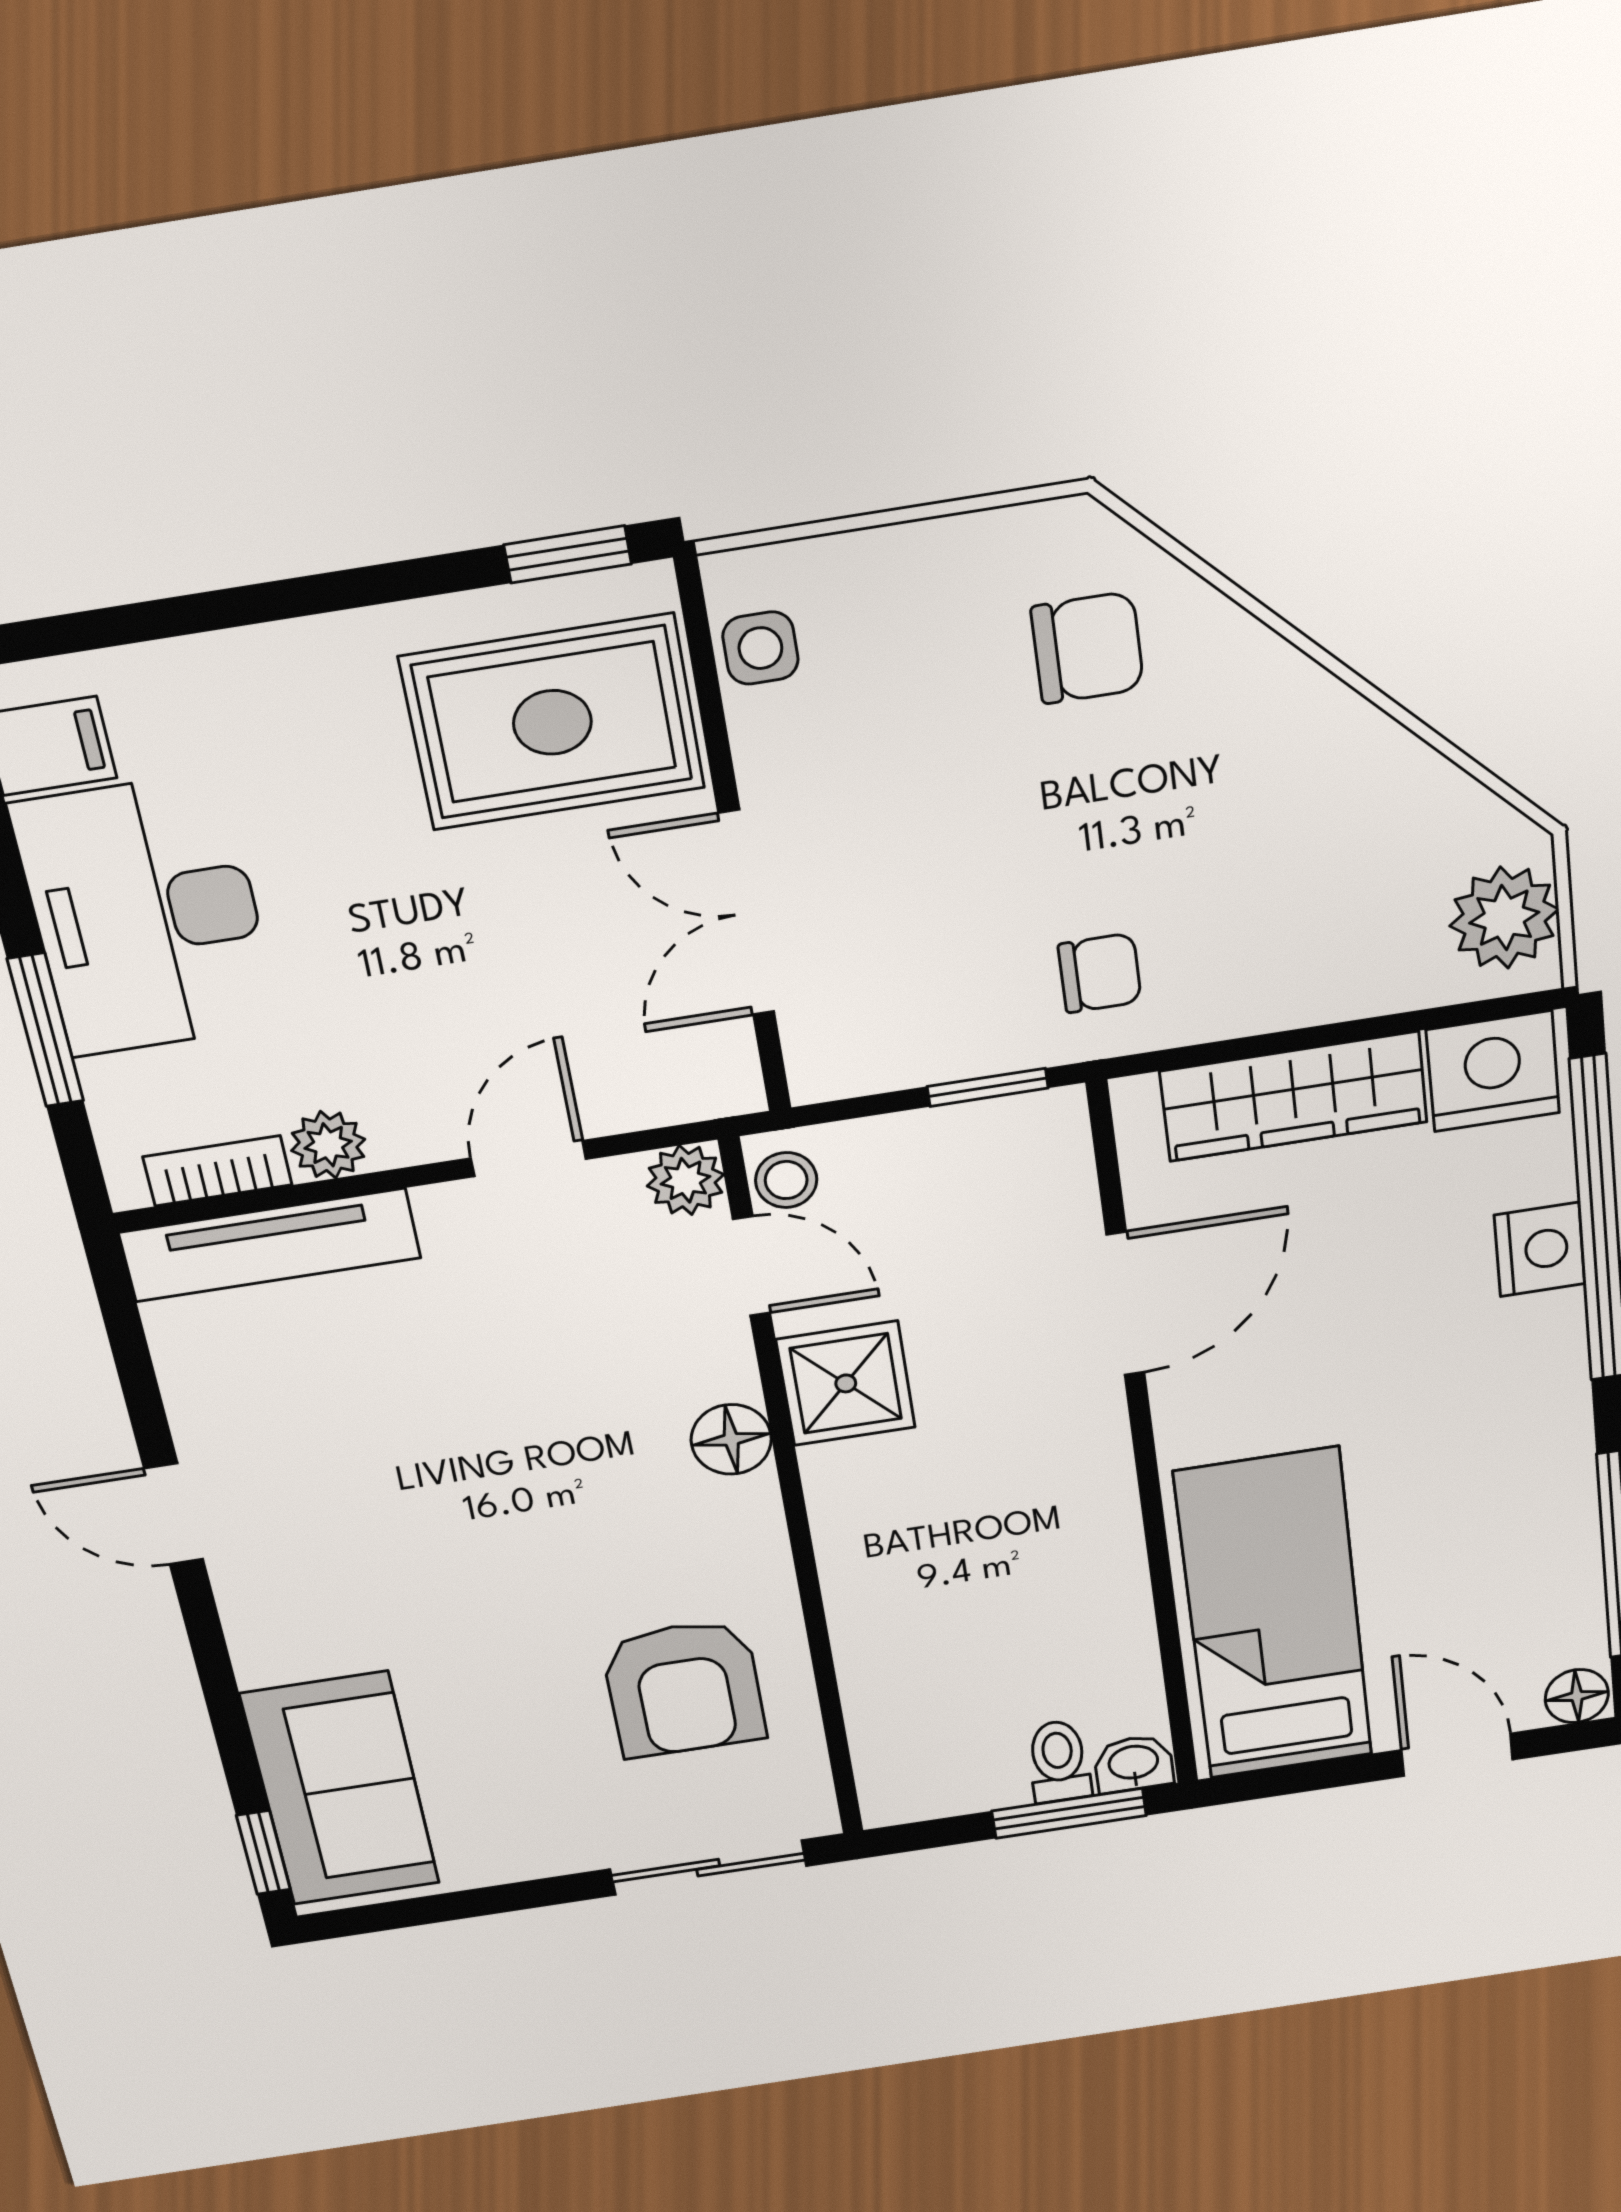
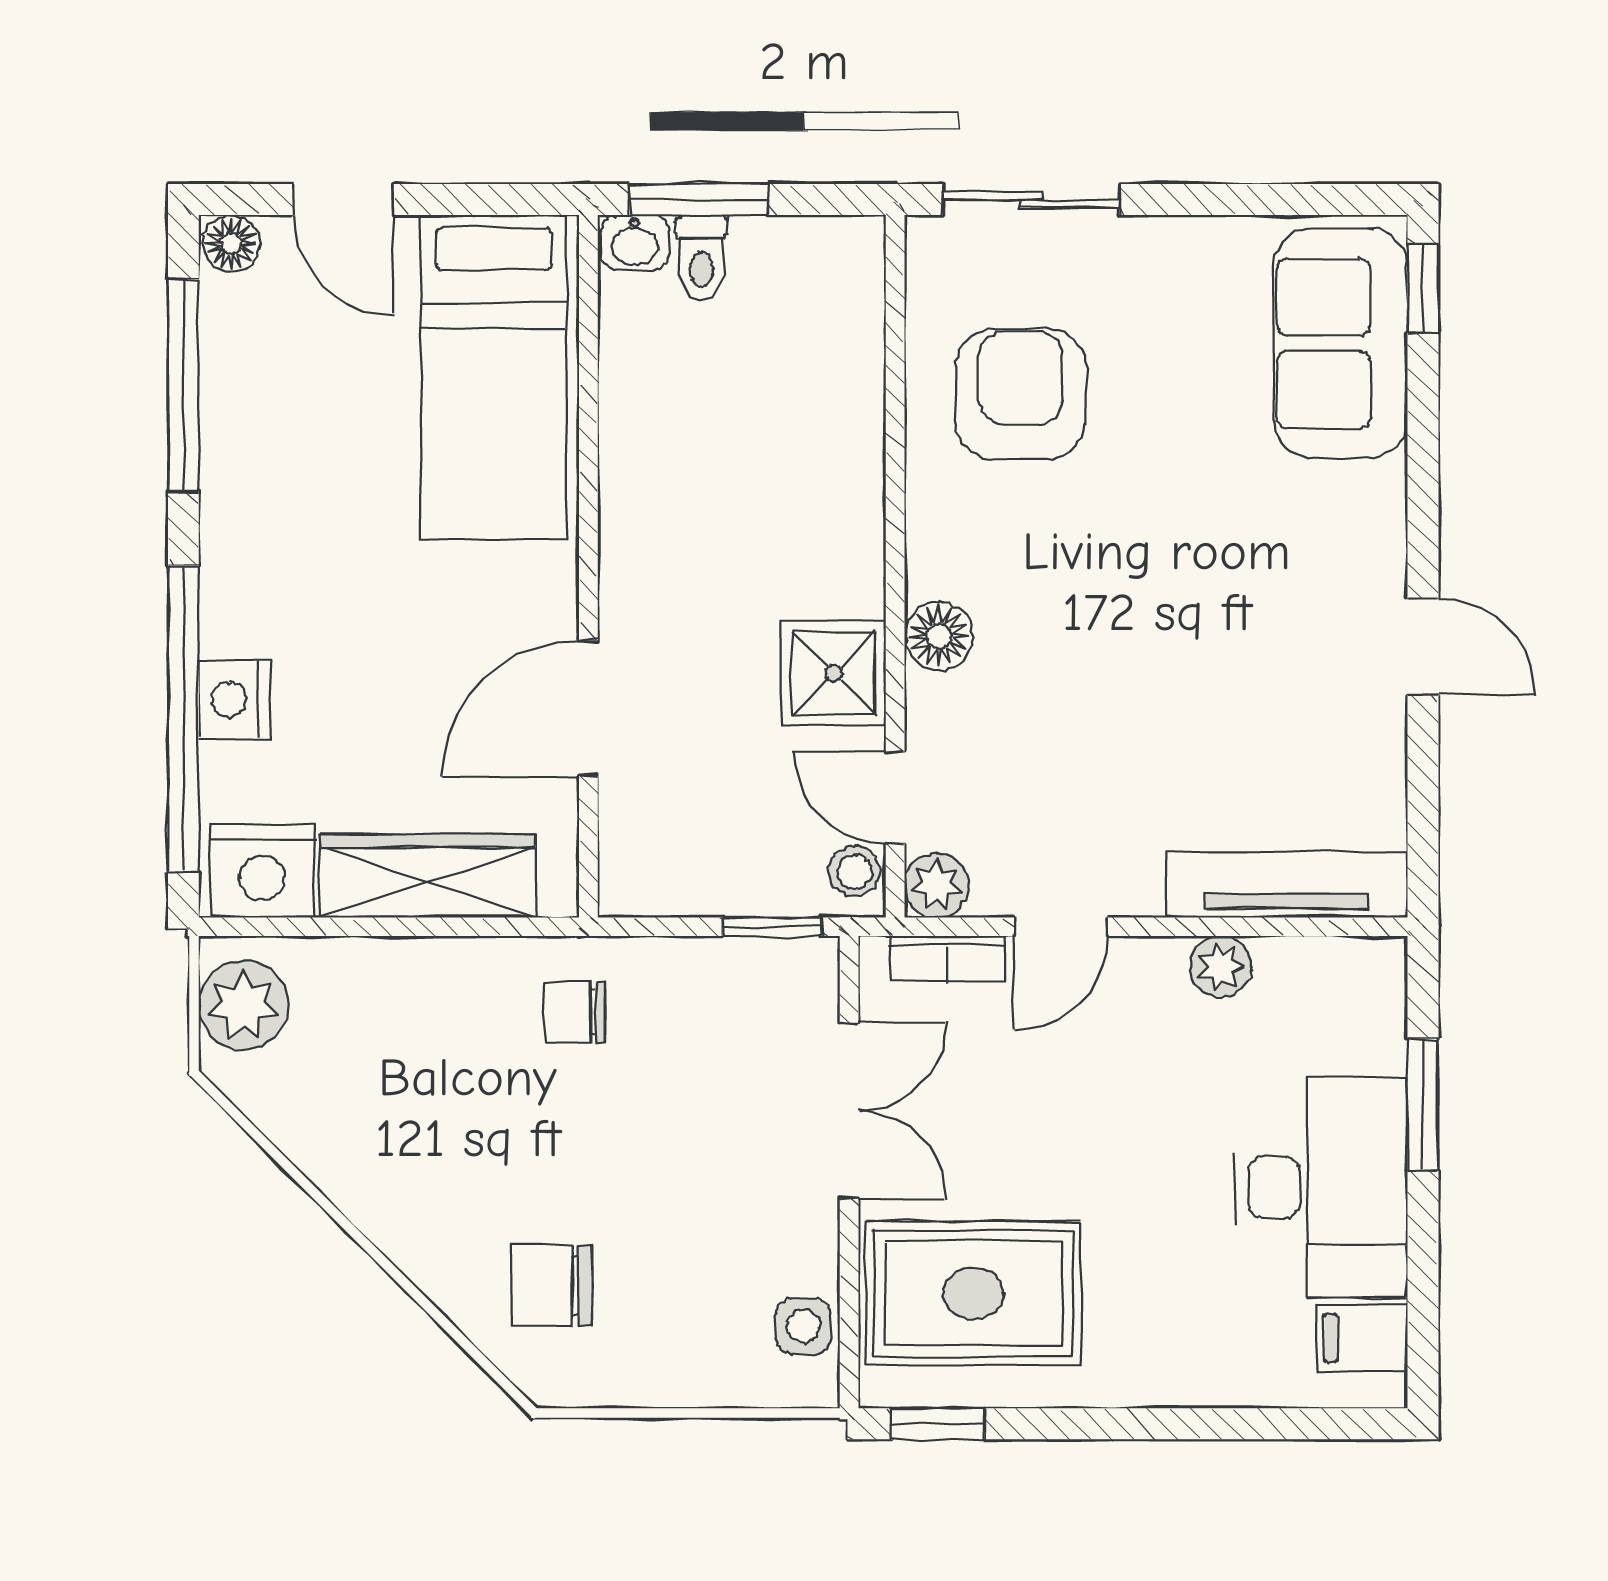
window: (988, 1087) -> (772, 927), moved
bookcase: (217, 1171) -> (947, 959), moved

